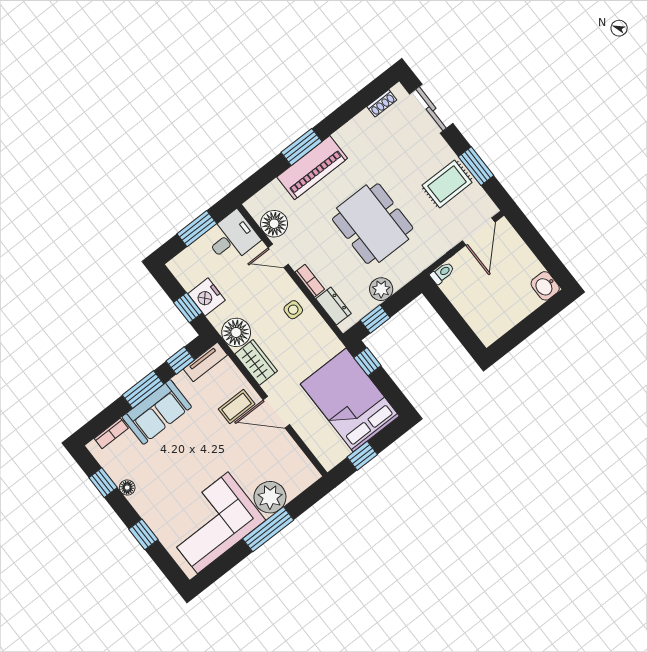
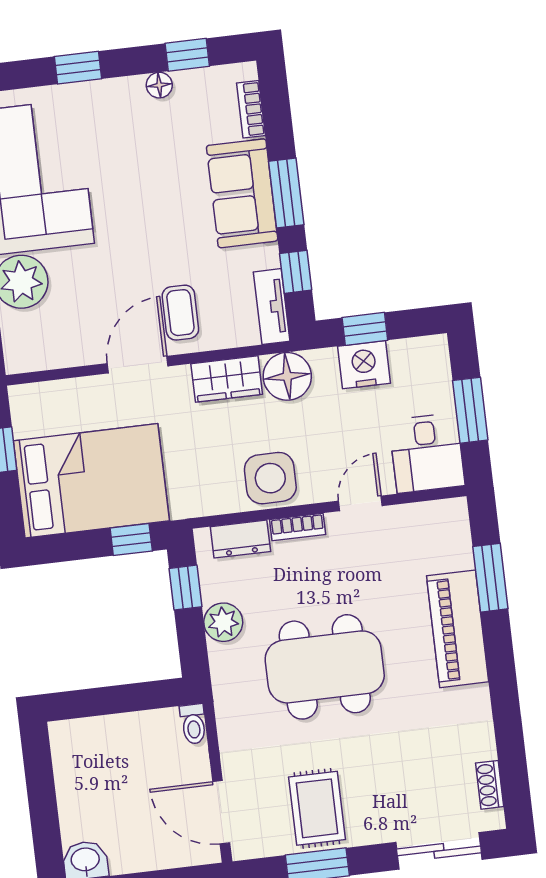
window: (301, 147) -> (490, 578), moved
floor lamp: (274, 224) -> (410, 525), removed
side table: (293, 310) -> (270, 478), width x1.87, depth x1.87

